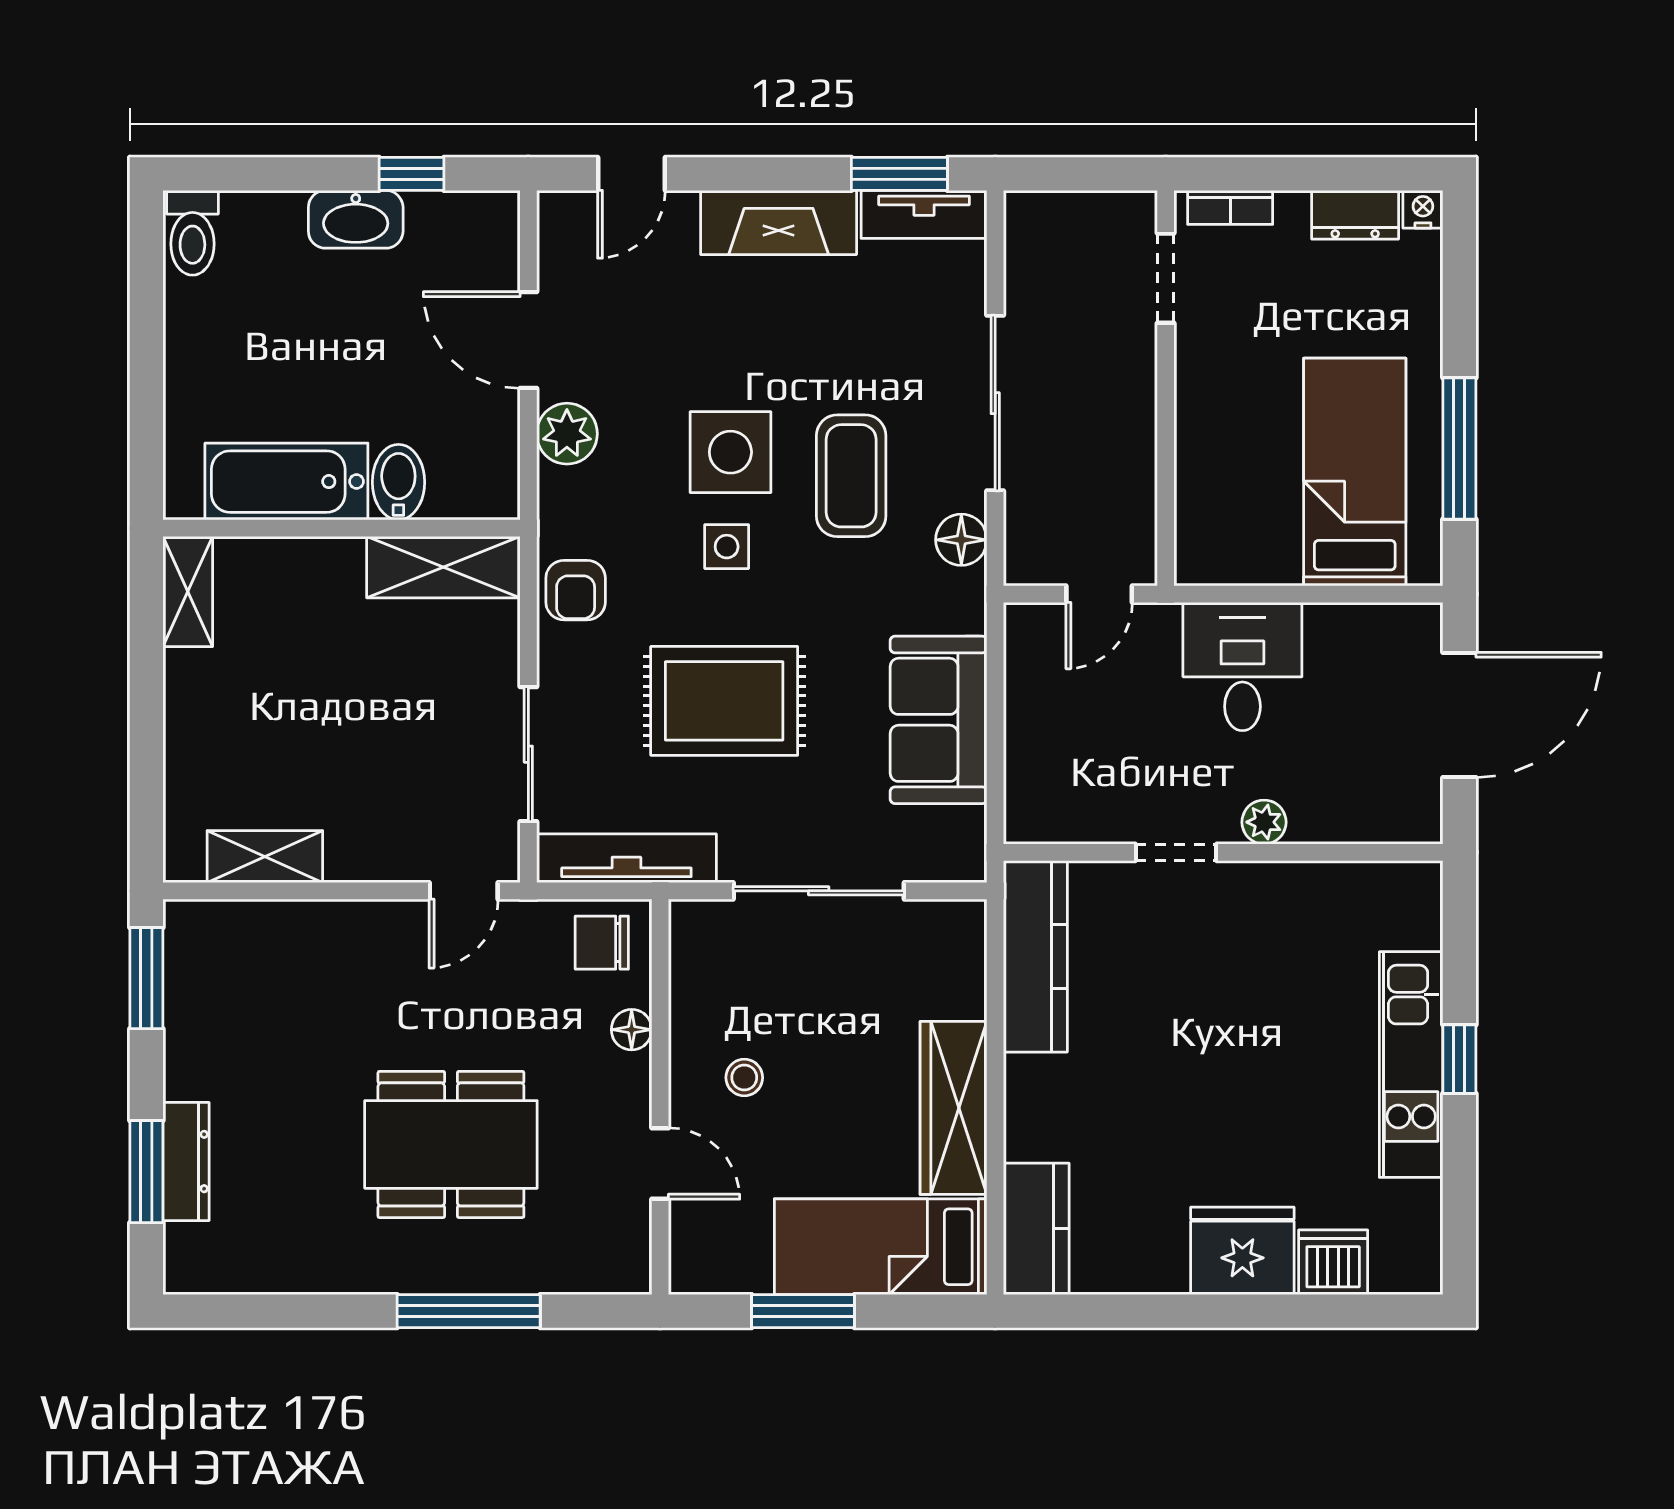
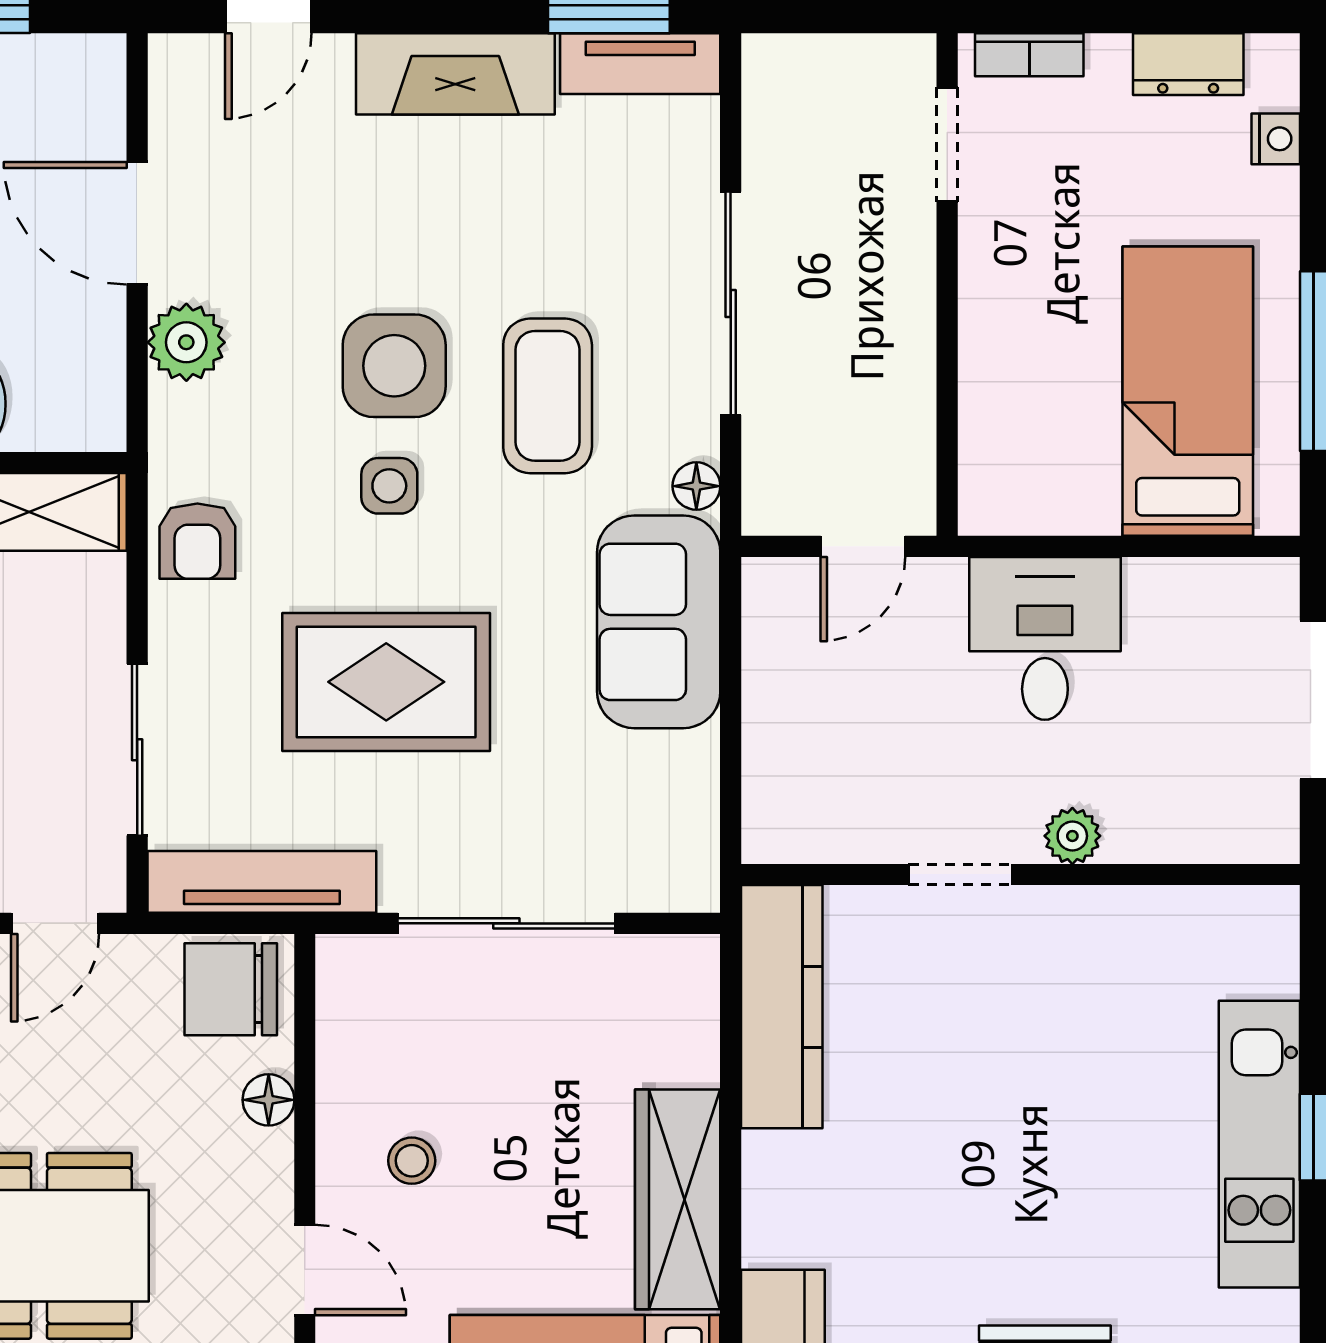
nightstand: (1423, 209) -> (1276, 139), moved, turned 90
floor lamp: (961, 540) -> (696, 486), width x0.73, depth x0.73
sofa: (939, 720) -> (659, 622), moved
chair: (602, 943) -> (231, 989), width x1.37, depth x1.37

